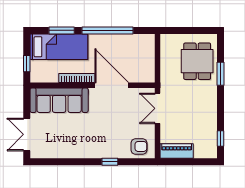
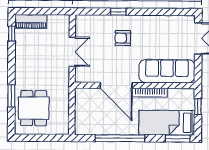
window: (62, 30) -> (178, 139), moved
double door: (157, 108) -> (72, 52), moved
armchair: (139, 146) -> (123, 38), moved
piano: (177, 151) -> (31, 22), moved

